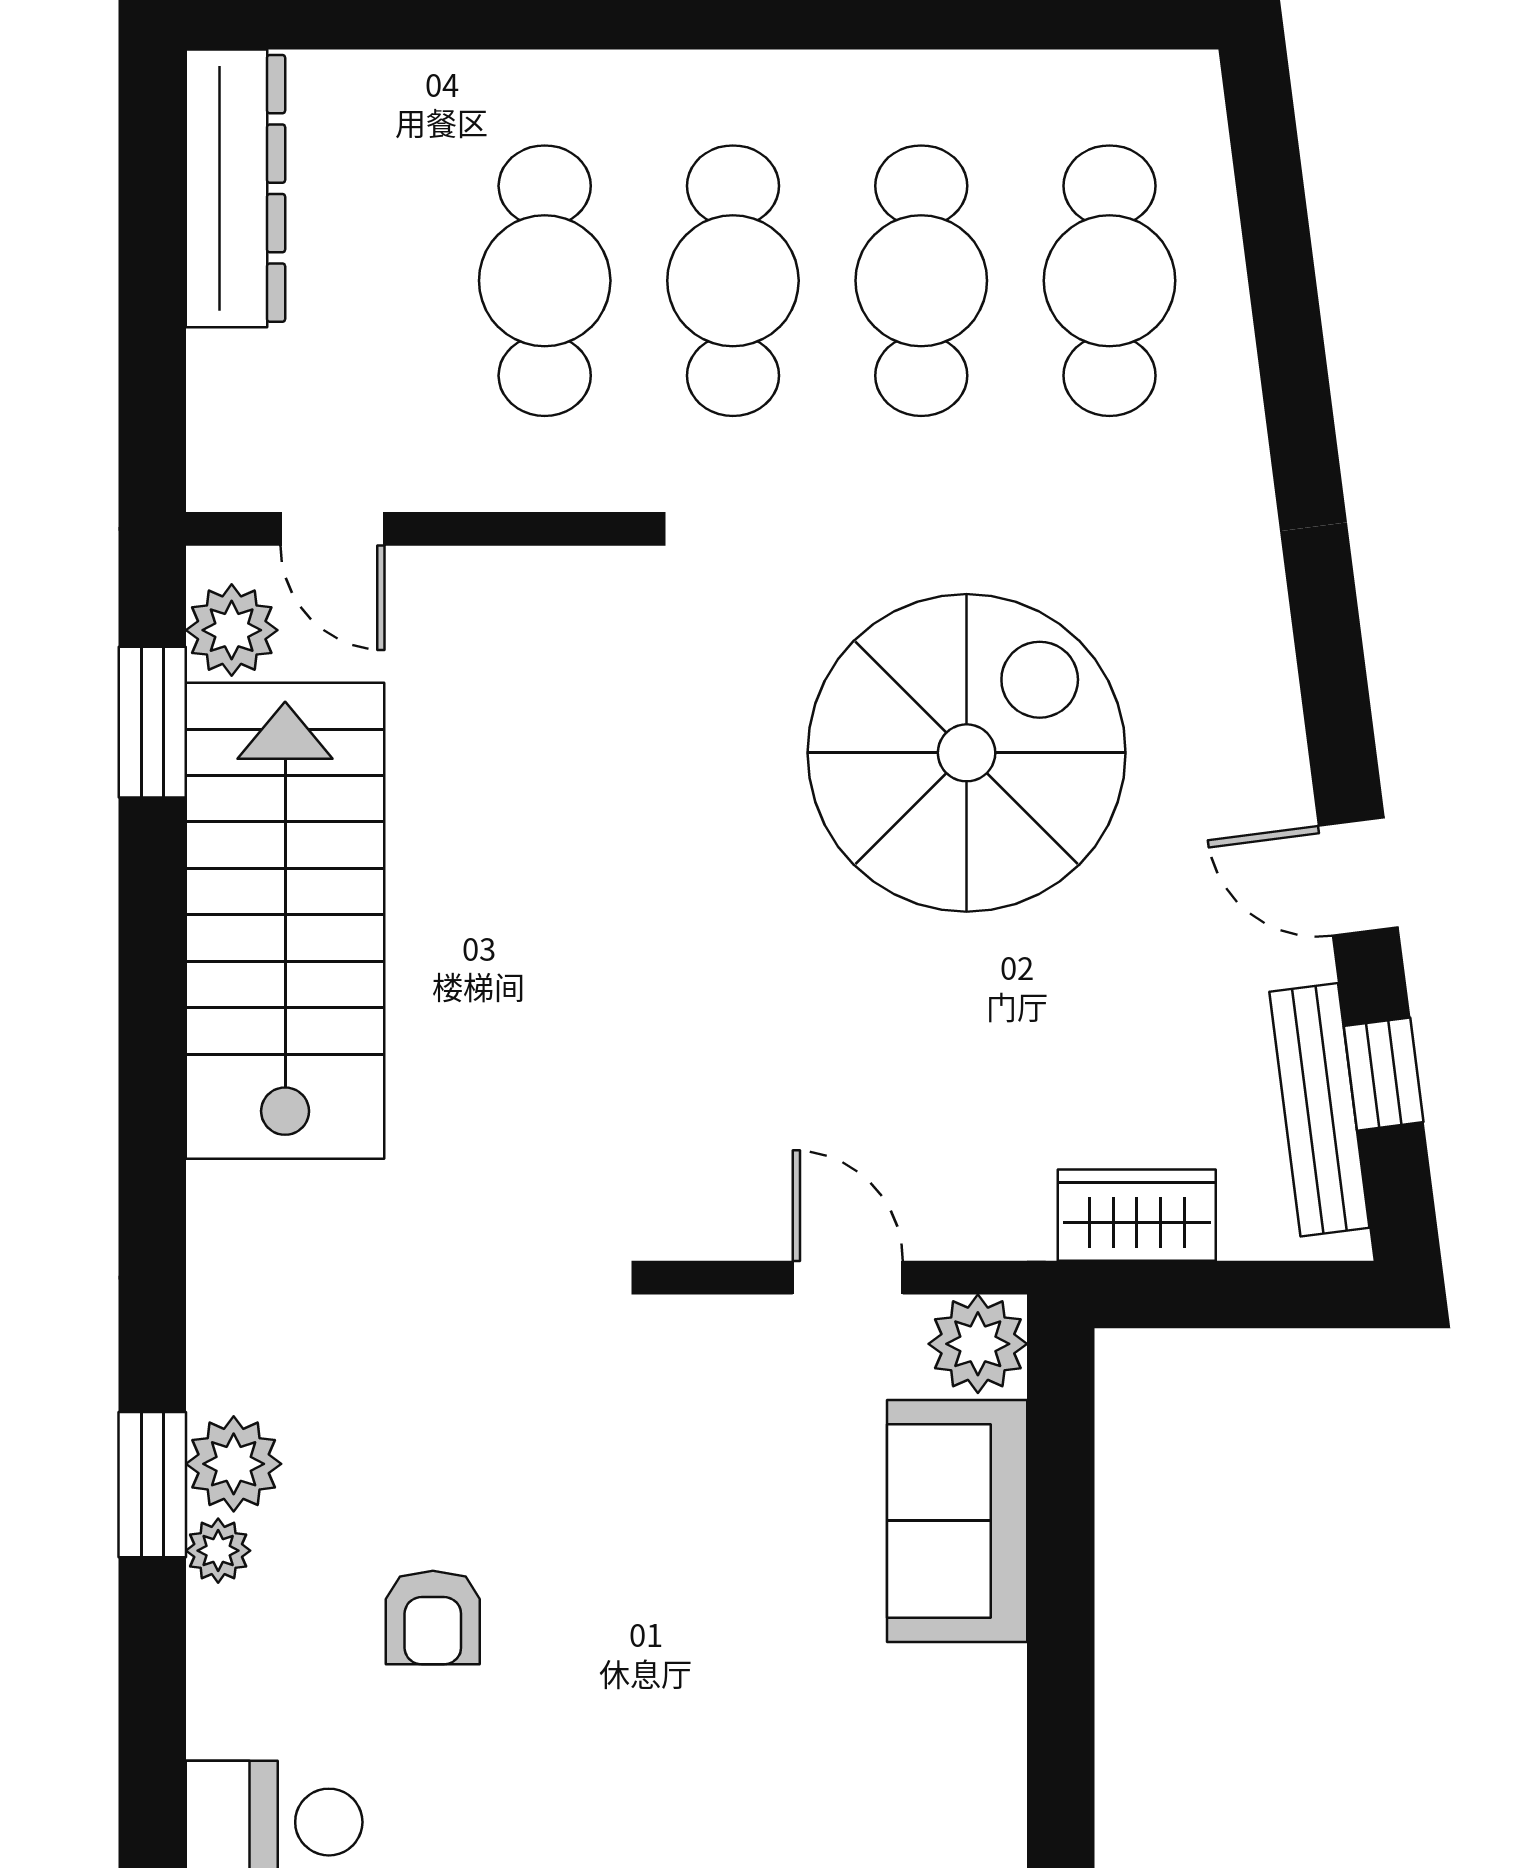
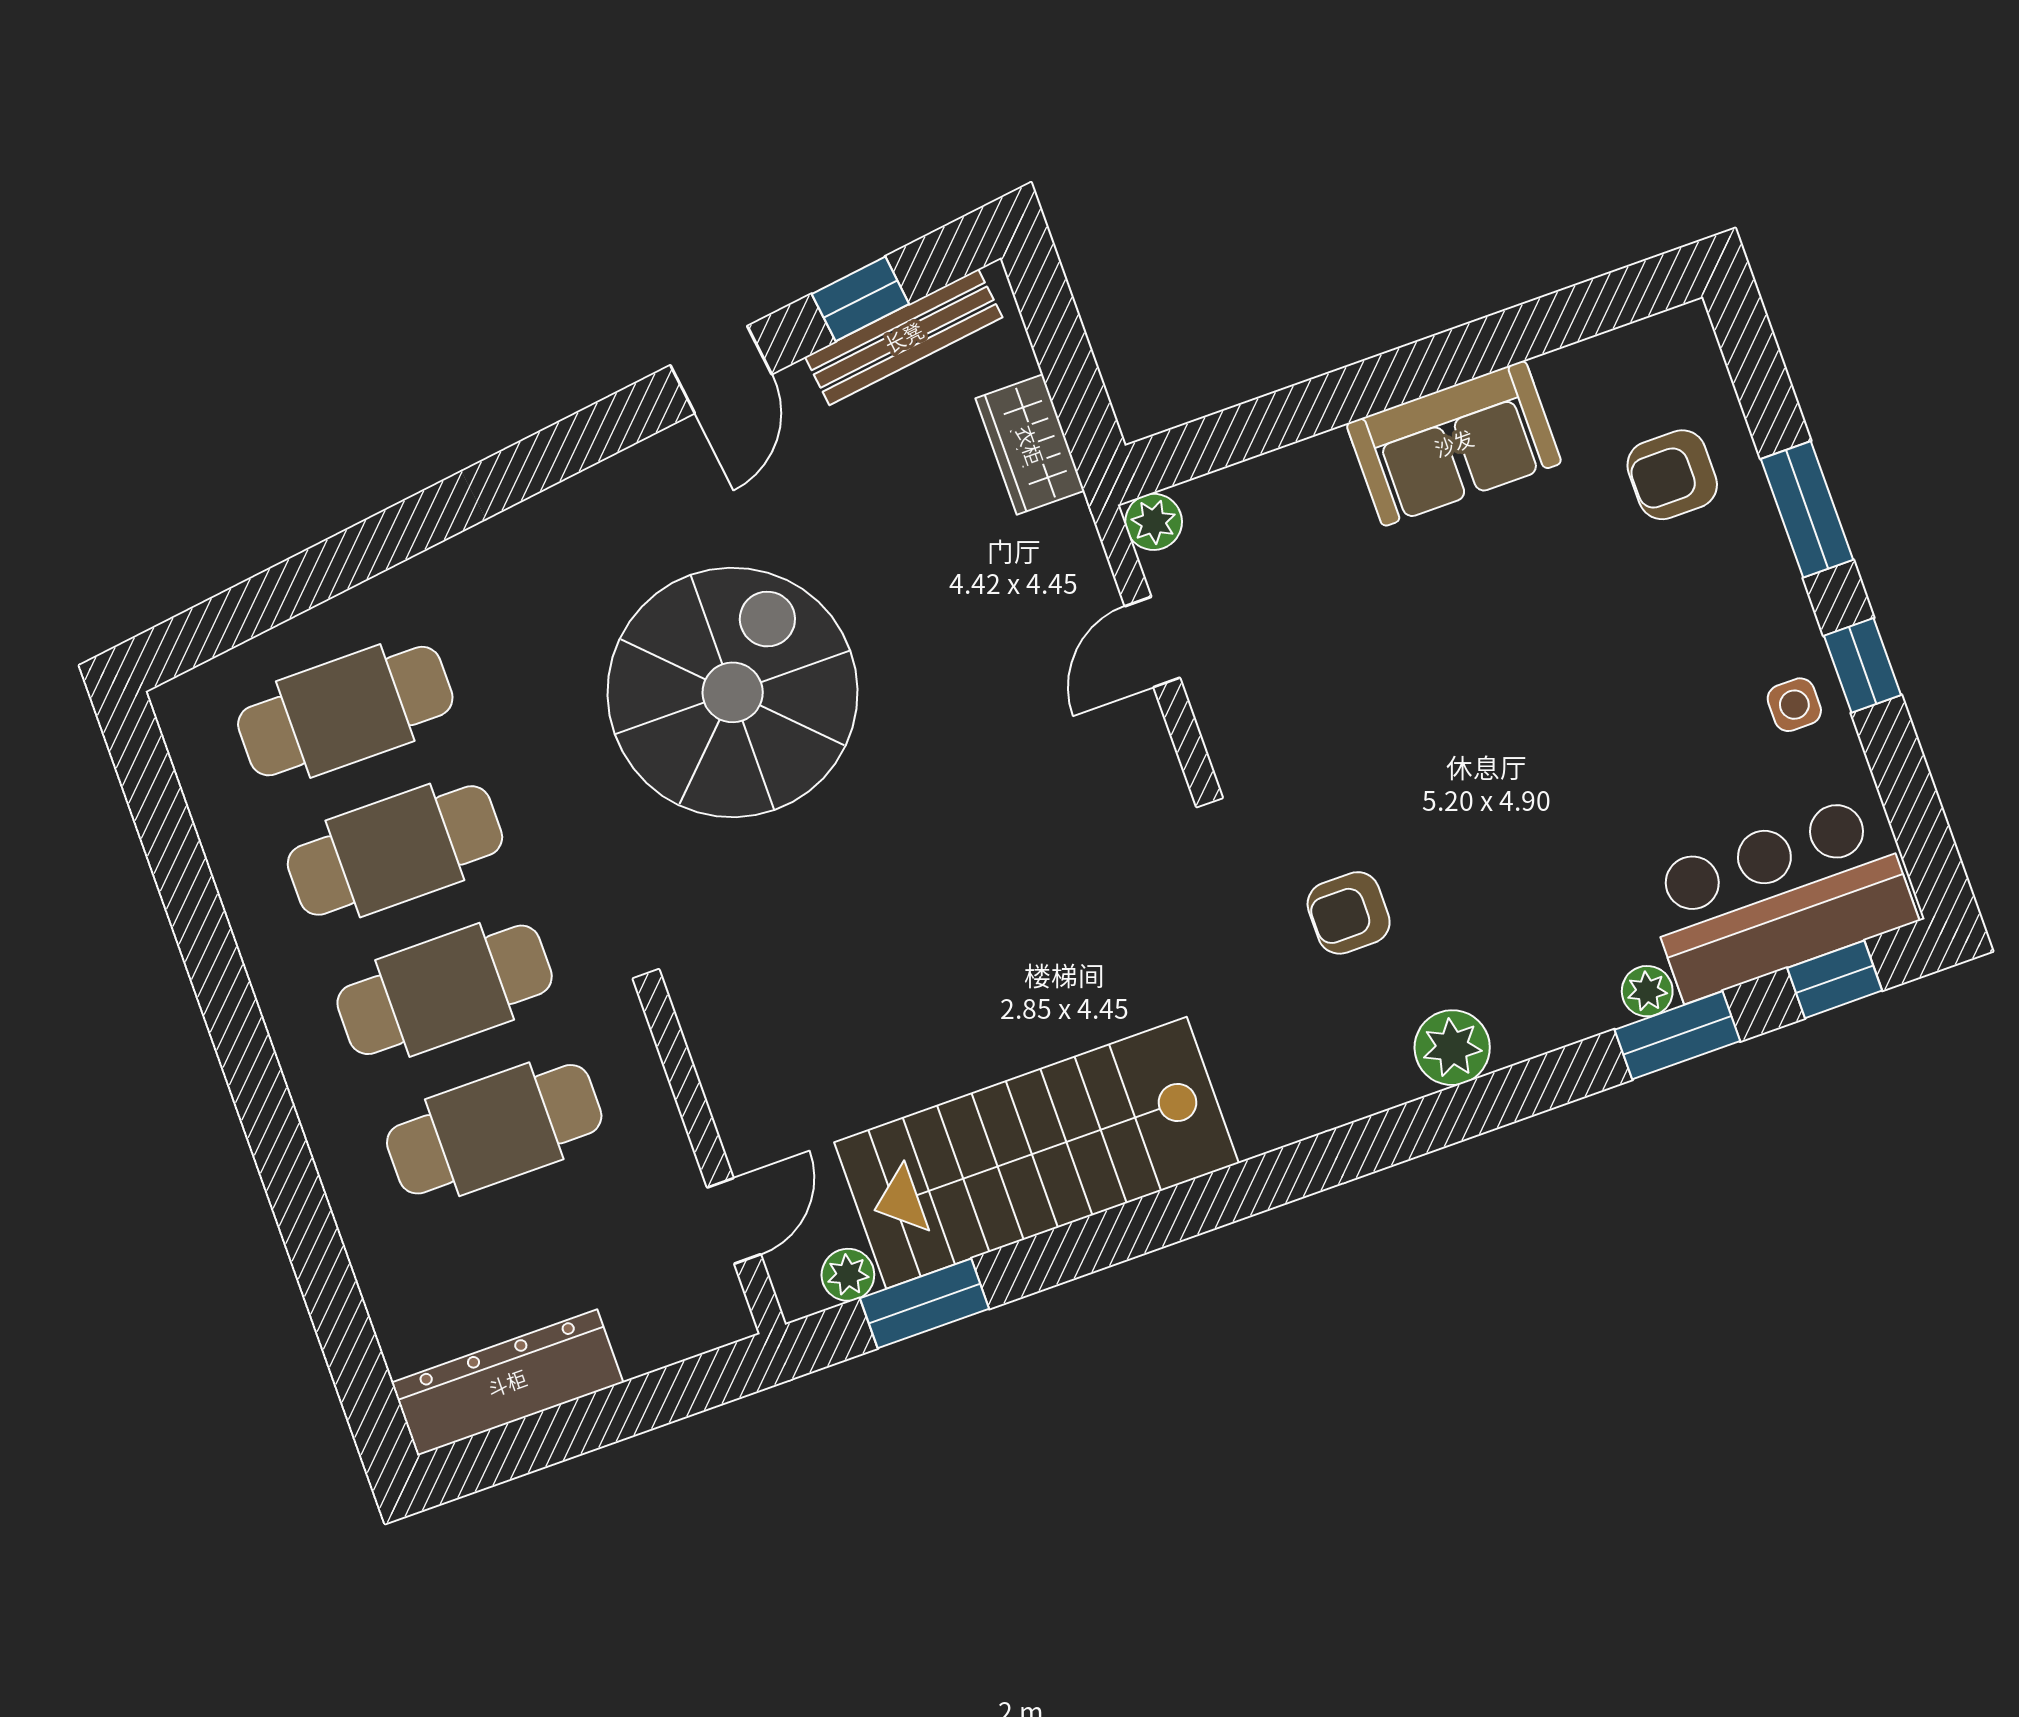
plant: (232, 630) -> (848, 1275), width x0.73, depth x0.73
spiral stairs: (967, 753) -> (733, 692), turned 90
plant: (978, 1344) -> (1154, 522), width x0.73, depth x0.73
window: (152, 1485) -> (1677, 1035), moved
sofa: (957, 1521) -> (1454, 443), moved
plant: (218, 1551) -> (1647, 991), moved
armchair: (433, 1618) -> (1349, 913), moved, turned 180

